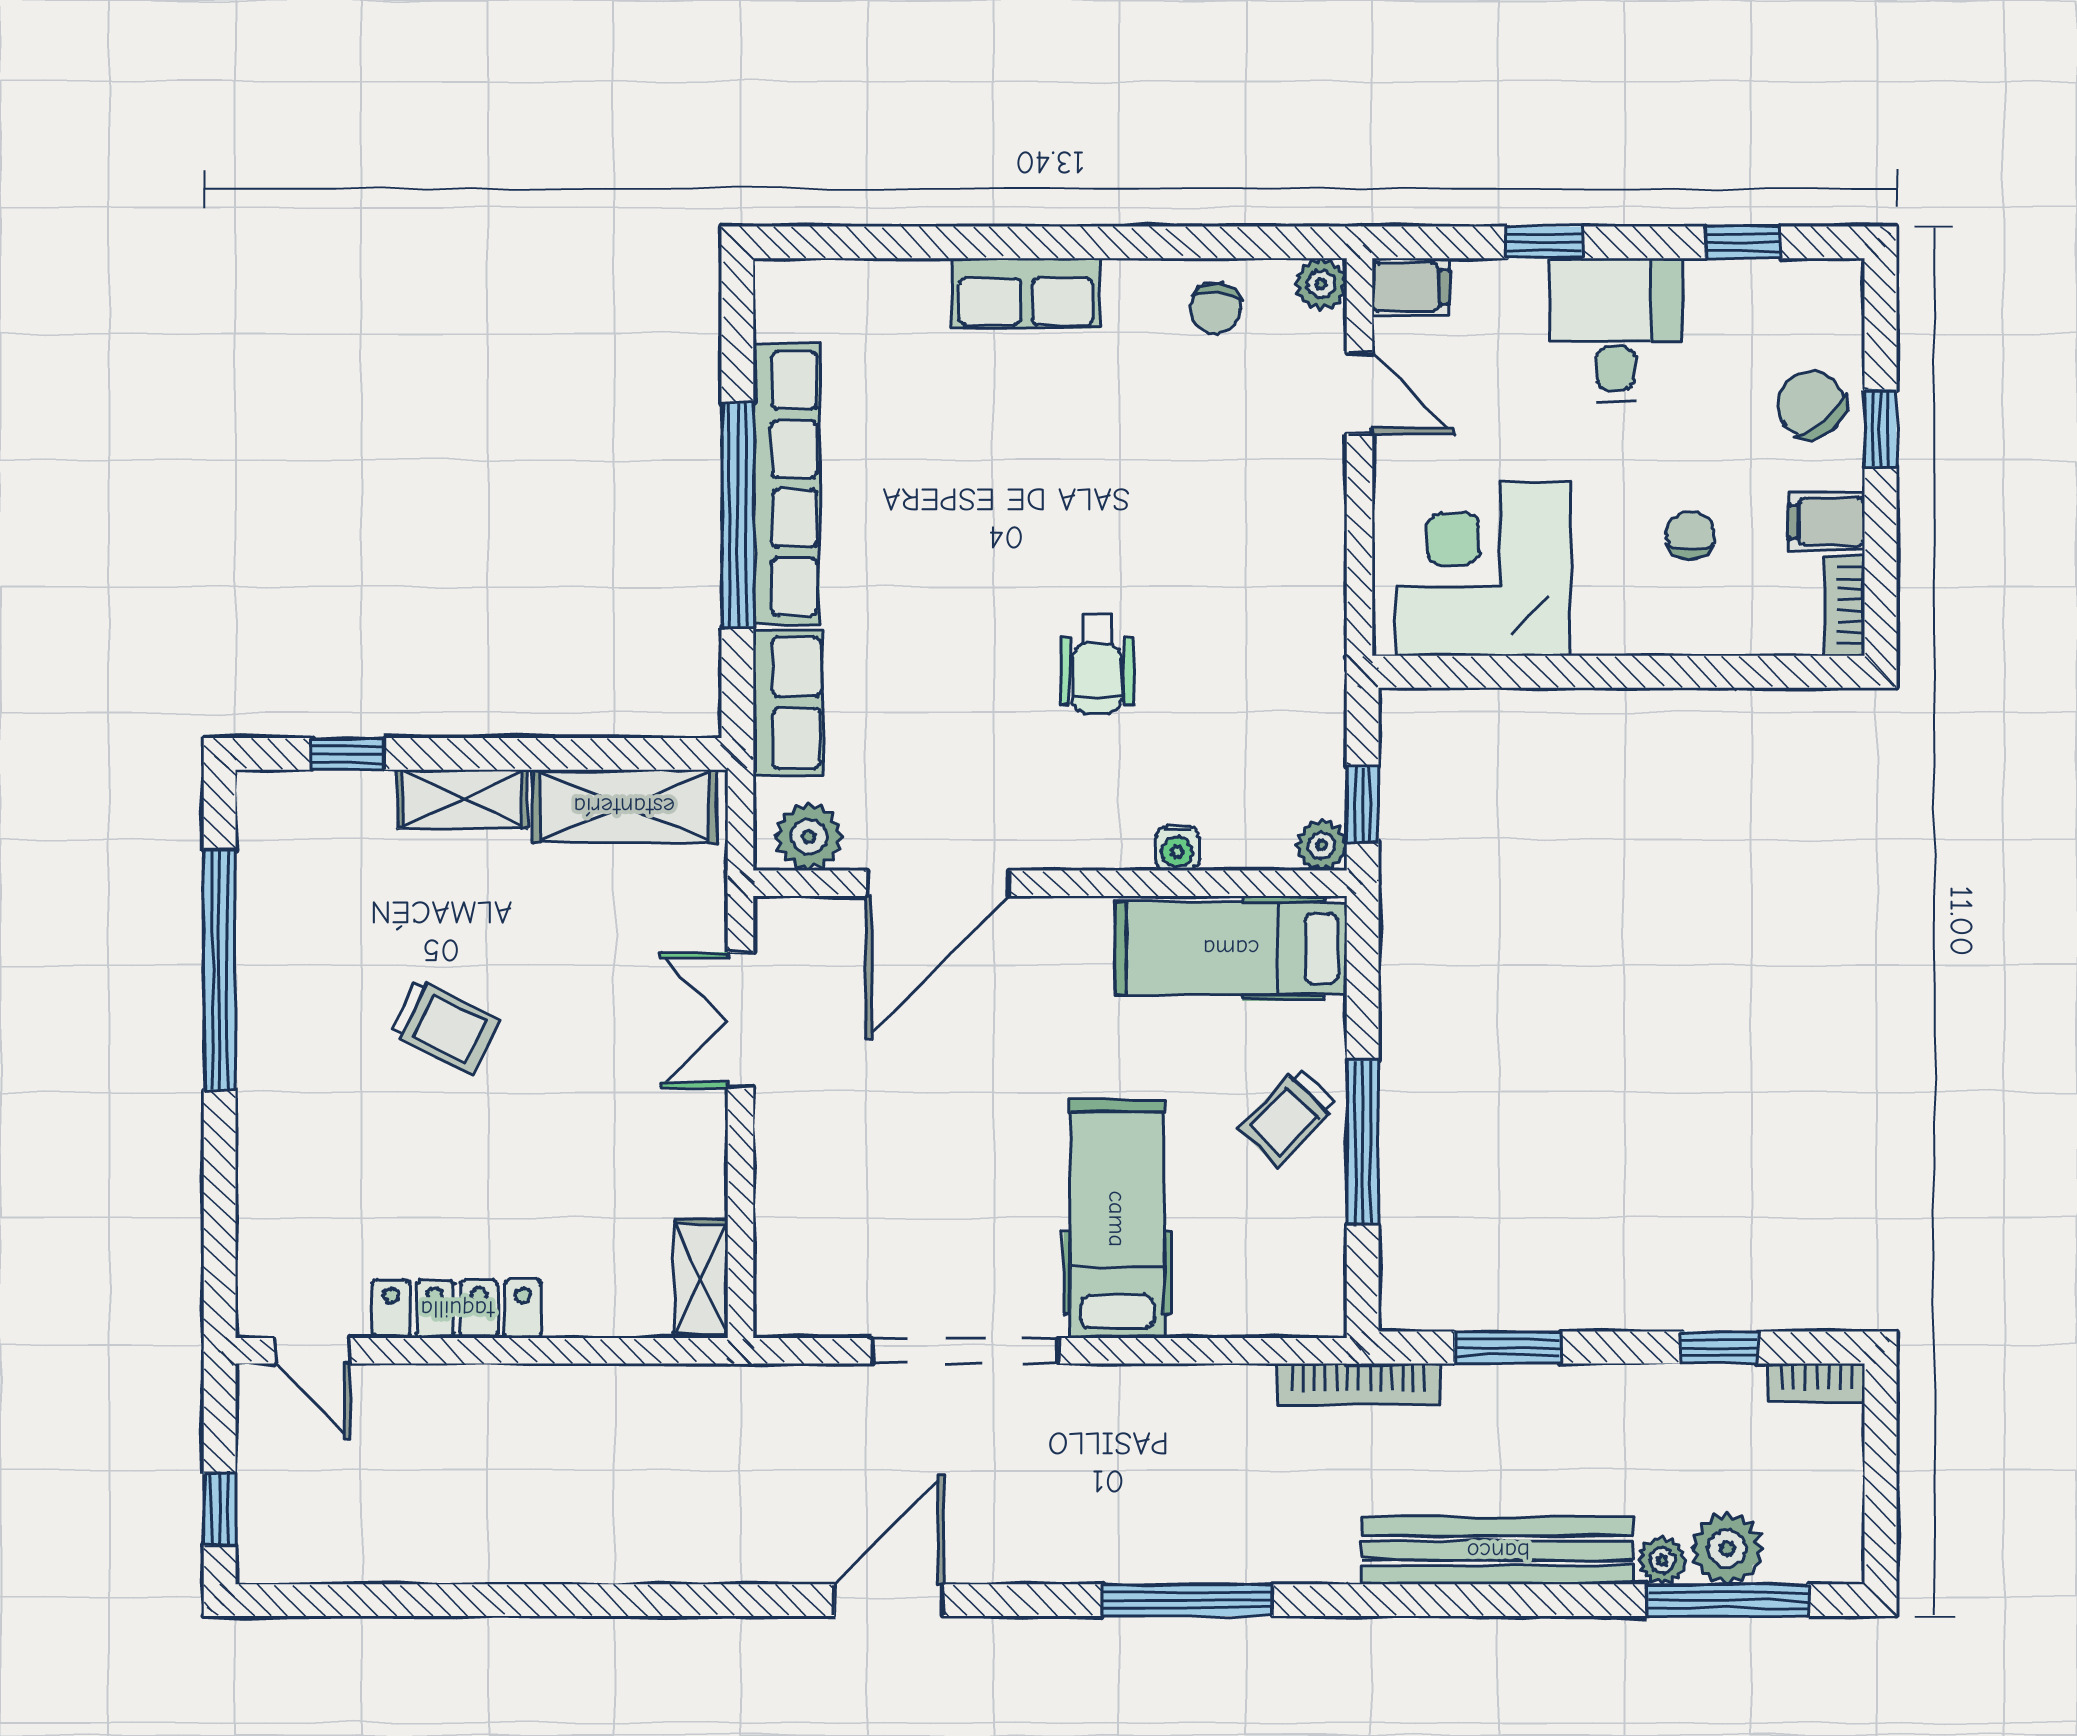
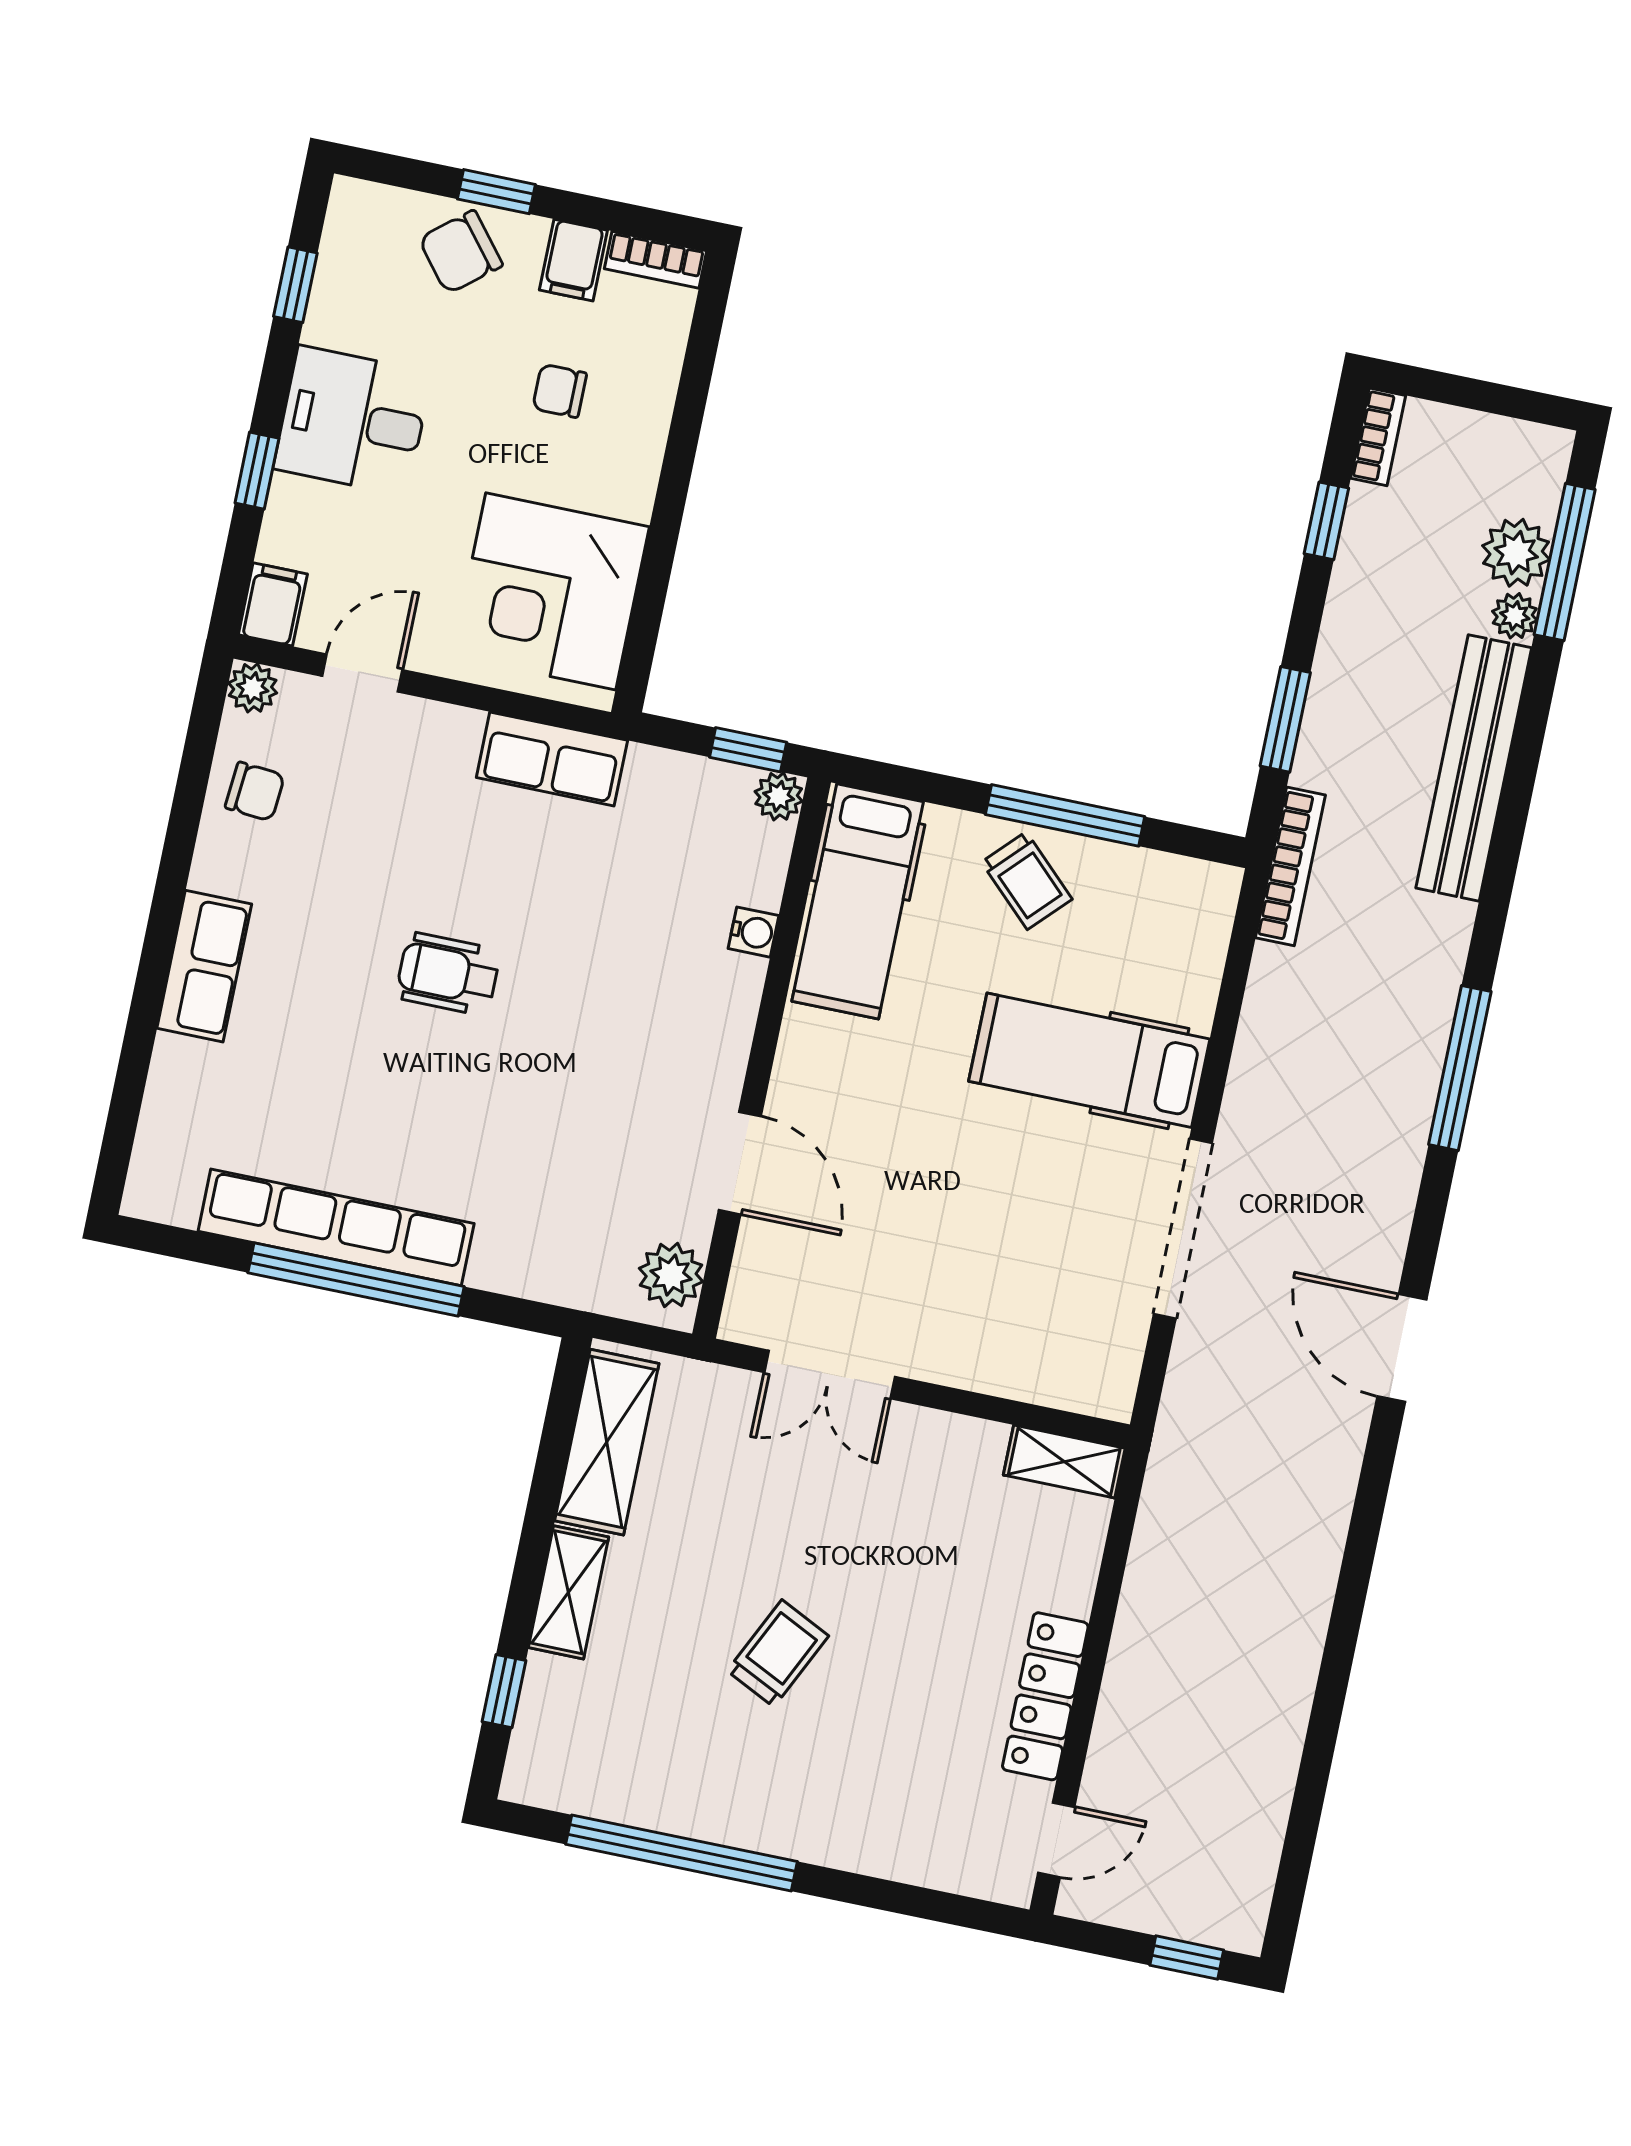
wheelchair: (1097, 664) -> (448, 974), moved, turned 180
row of seats: (788, 703) -> (552, 759), moved, turned 180
door: (938, 883) -> (740, 1163), width x0.73

